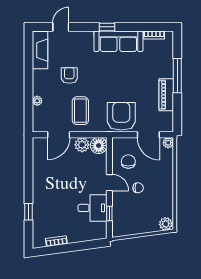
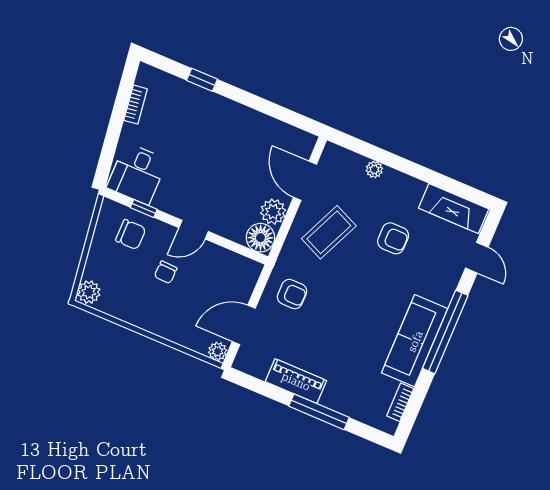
window: (107, 27) -> (445, 332), width x3.17
coffee table: (80, 111) -> (329, 232), turned -66
armchair: (121, 116) -> (292, 294), width x0.53, depth x0.53
chair: (128, 162) -> (131, 234), moved
desk: (92, 208) -> (137, 174), moved

